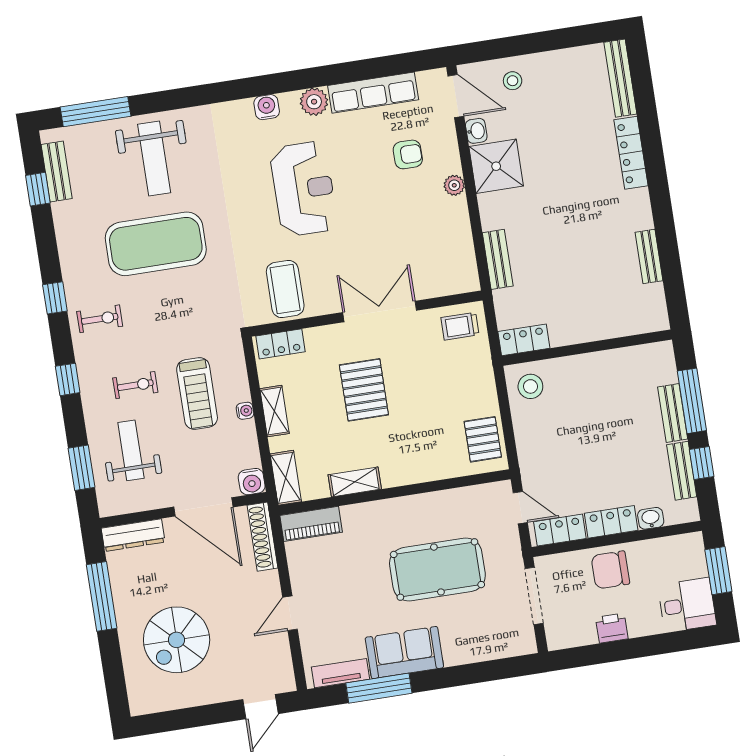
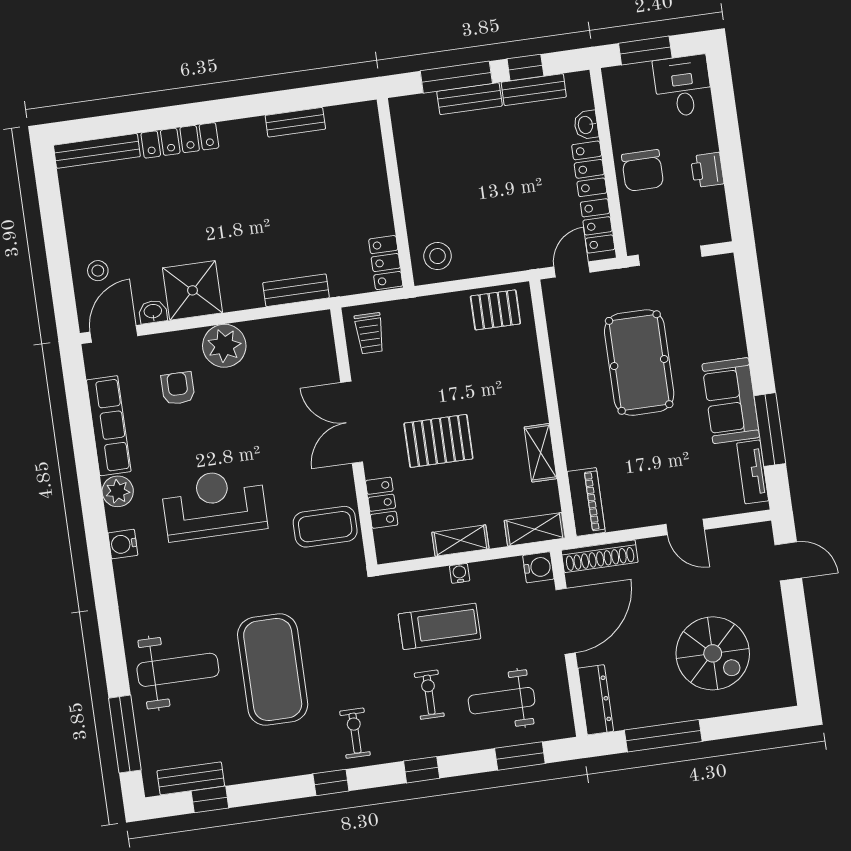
plant: (454, 185) -> (224, 346), width x1.88, depth x1.88
locker: (281, 344) -> (382, 503), moved

